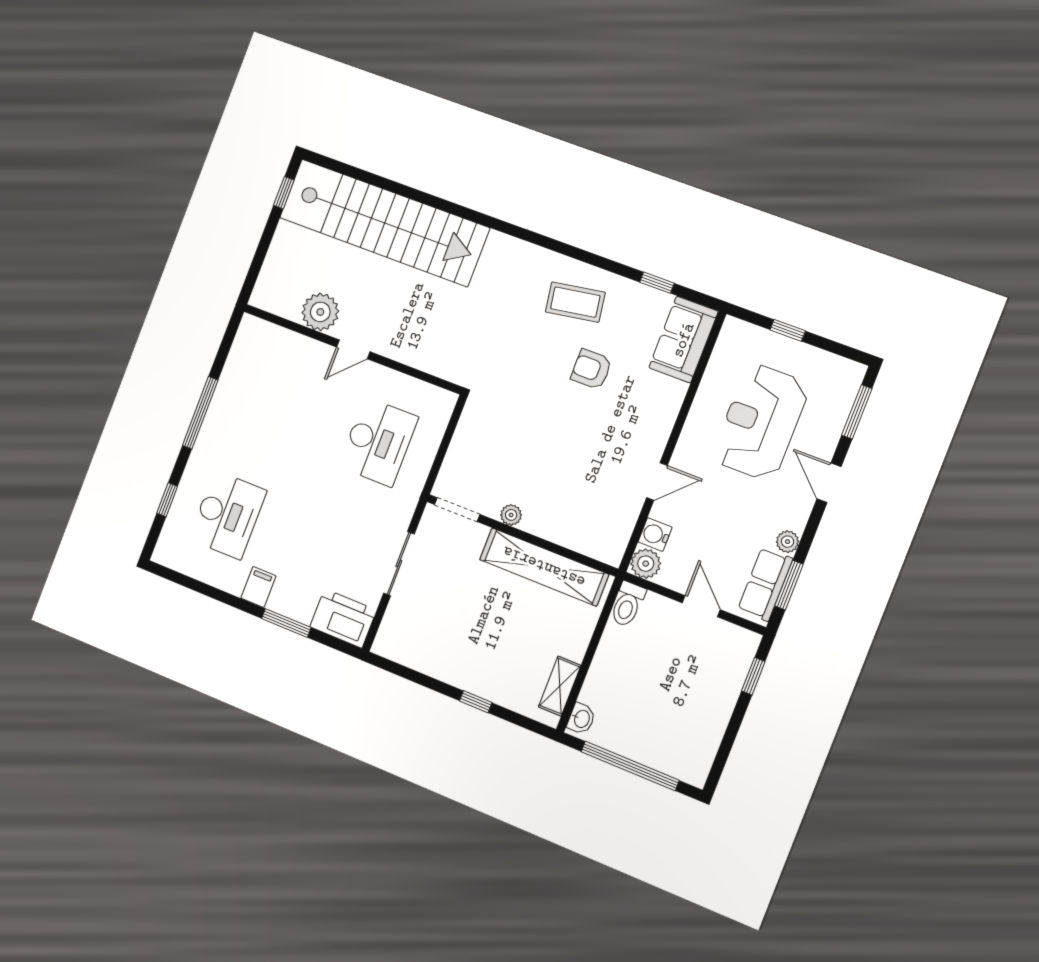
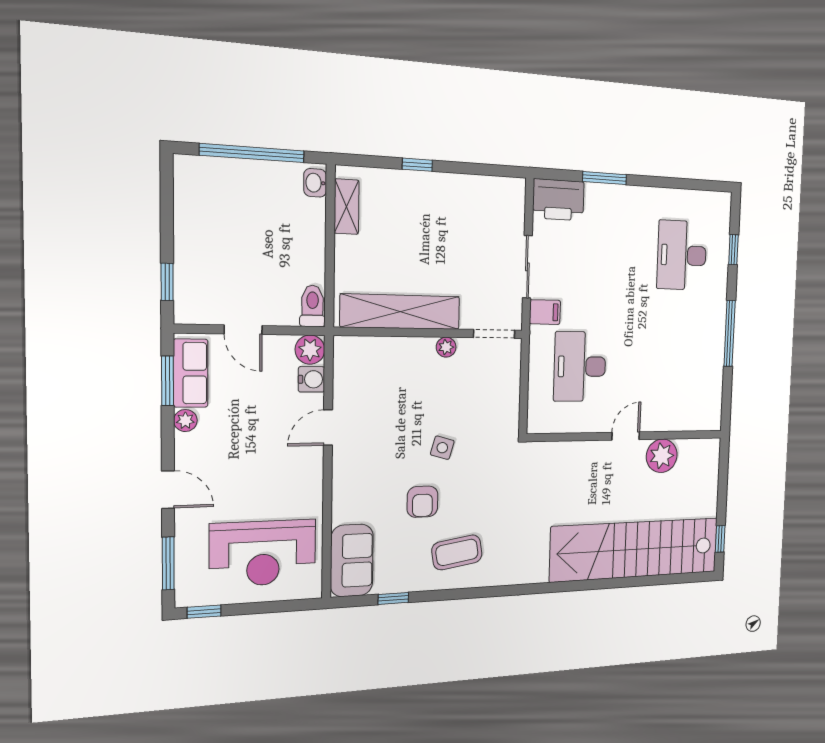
window: (788, 330) -> (204, 612), moved
armchair: (591, 369) -> (422, 502), turned 90
side table: (551, 416) -> (442, 448), added
reception desk: (761, 422) -> (263, 553), moved, turned 90
filing cabinet: (258, 587) -> (545, 312), moved, turned -90

